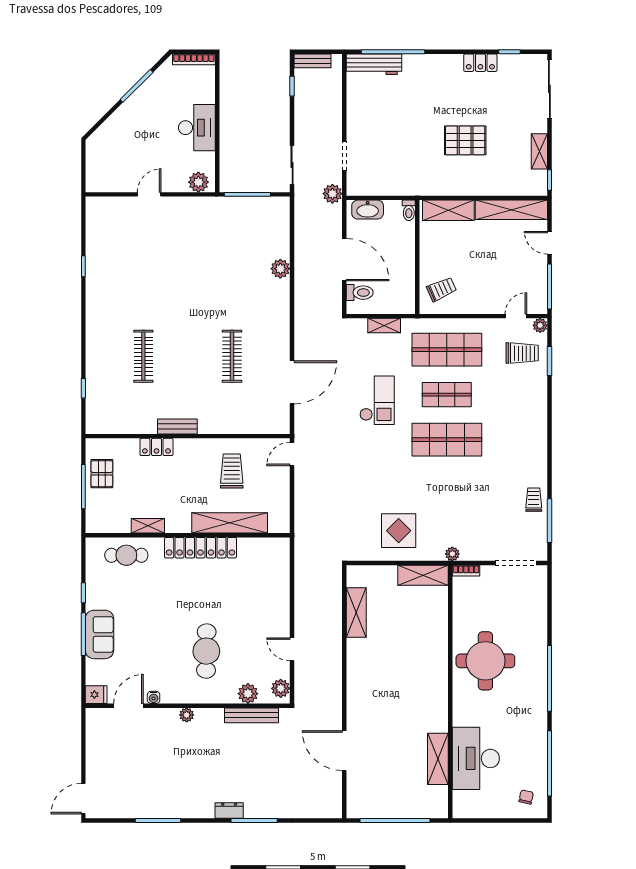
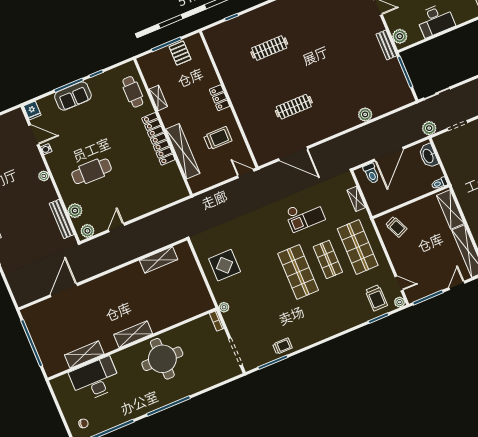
bench: (177, 426) -> (386, 45), moved
locker: (156, 447) -> (220, 98), moved
pallet: (102, 474) -> (180, 53), turned 90
shelving: (423, 575) -> (133, 334), moved, turned 90

